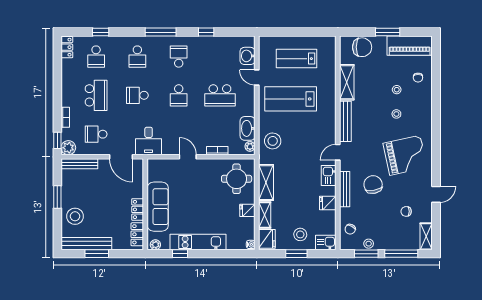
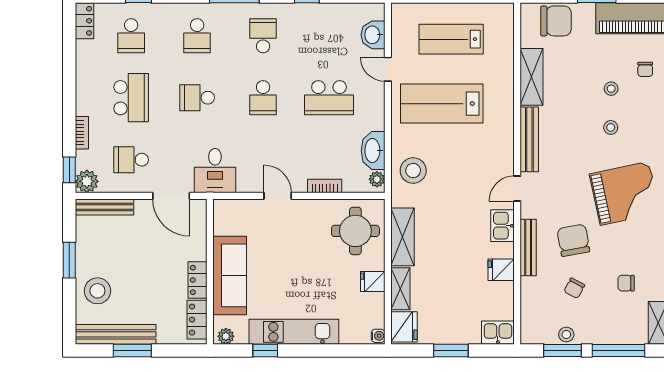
chair: (350, 229) -> (574, 288), moved
stool: (300, 234) -> (457, 320), removed

